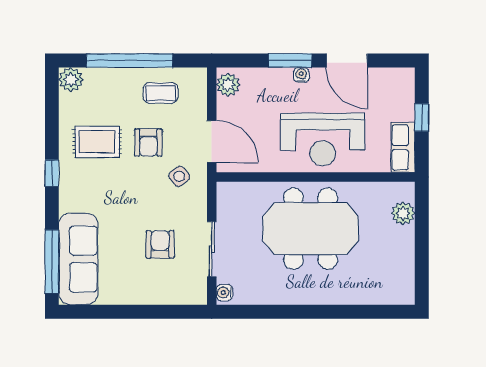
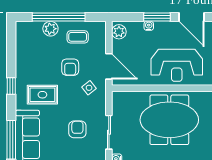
water cooler: (301, 75) -> (149, 26), moved
plant: (71, 80) -> (50, 29), moved
rug: (97, 142) -> (42, 95), moved

